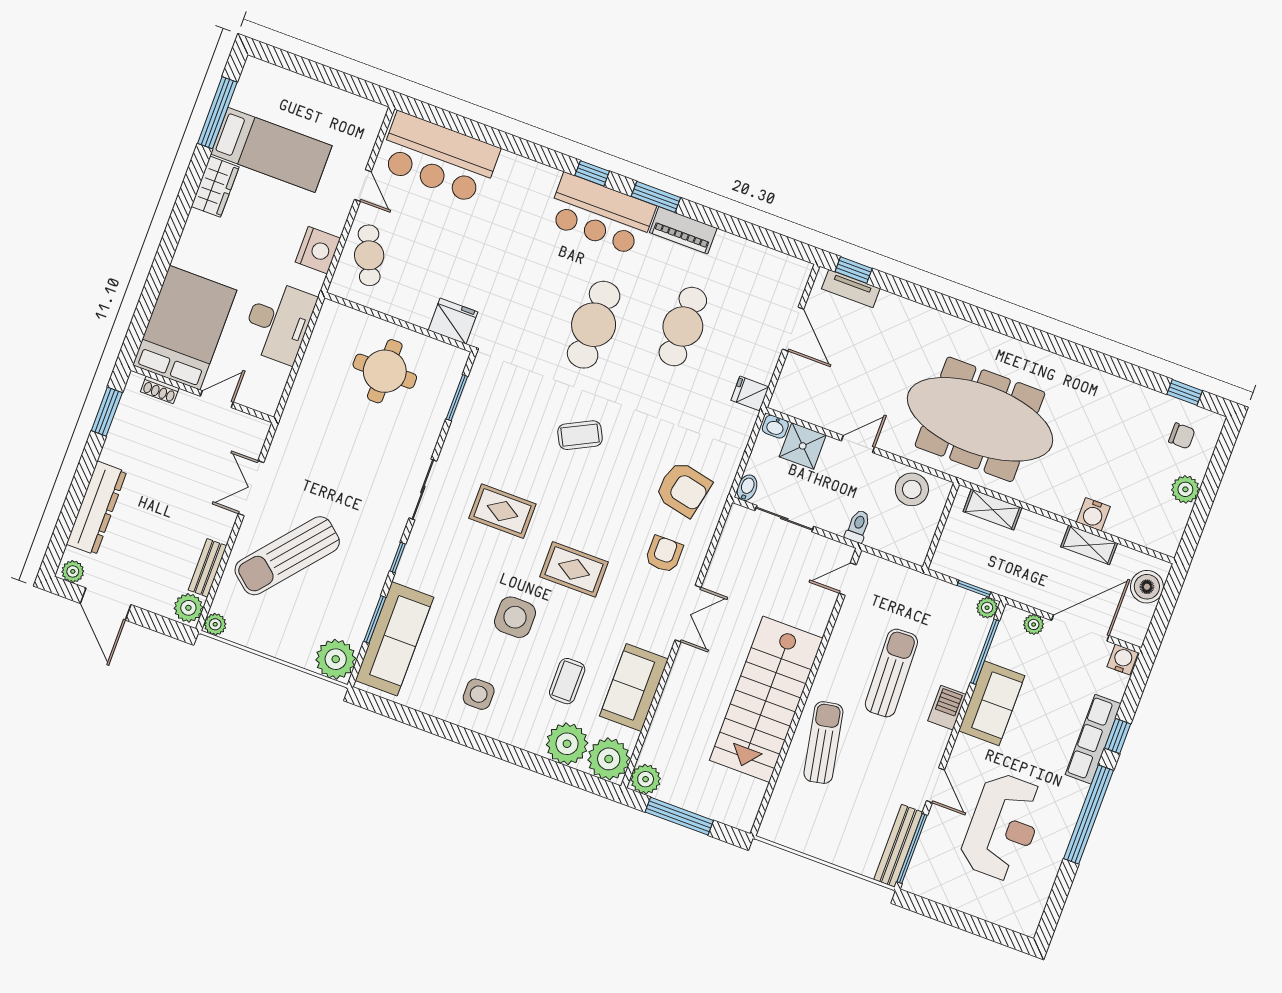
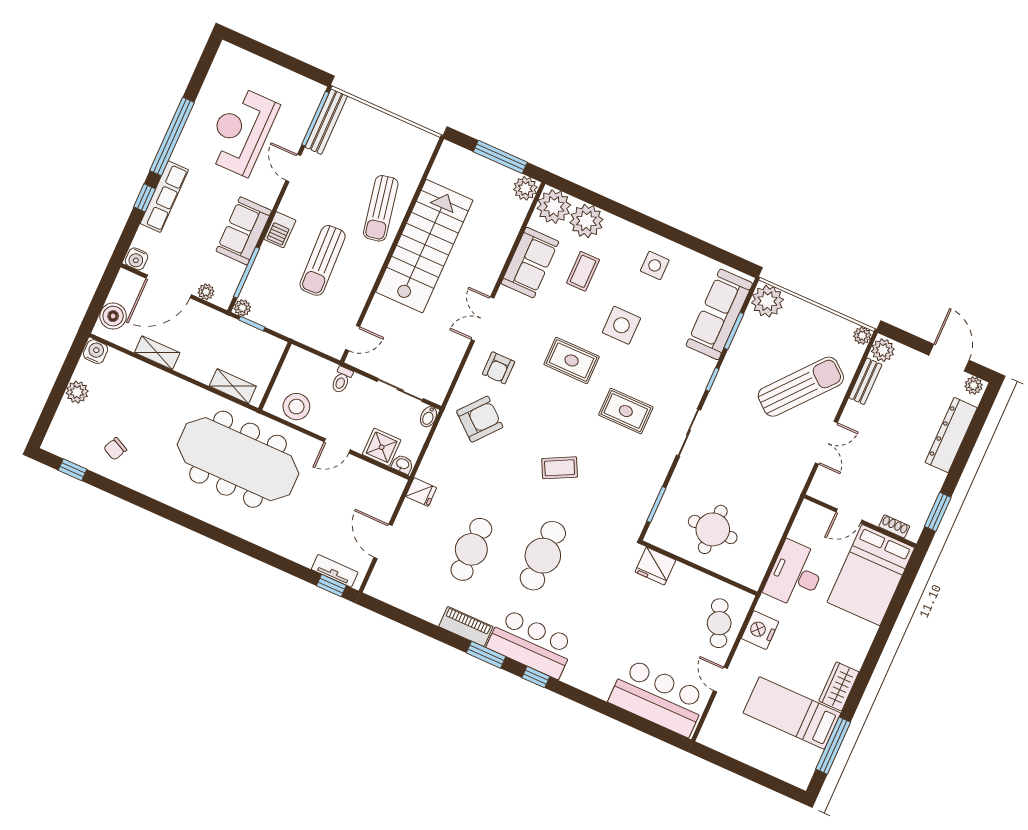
chair: (1182, 436) -> (115, 449), moved, turned -64
armchair: (683, 489) -> (480, 419), turned 118
water cooler: (1093, 514) -> (96, 352), moved

